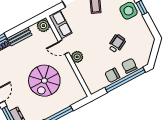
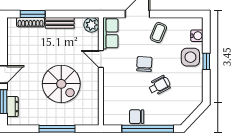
plant: (77, 57) -> (110, 77), removed
chair: (129, 66) -> (144, 64), moved
spiral stairs: (44, 81) -> (61, 84), turned -90

